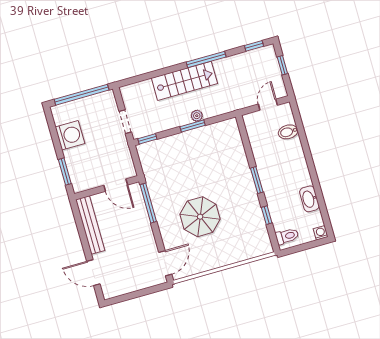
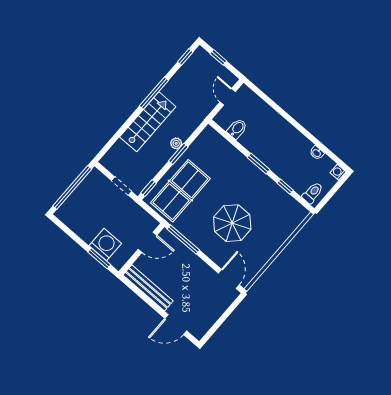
bidet: (288, 132) -> (237, 129), moved, turned 180
washing machine: (70, 135) -> (105, 245), moved
table tennis table: (174, 159) -> (180, 191), added
washbasin: (309, 199) -> (317, 153), width x0.52, depth x0.69

